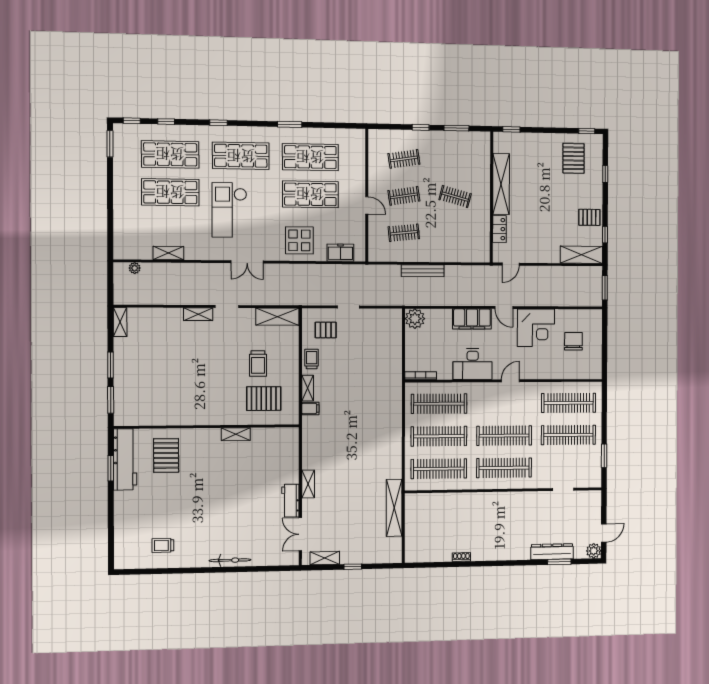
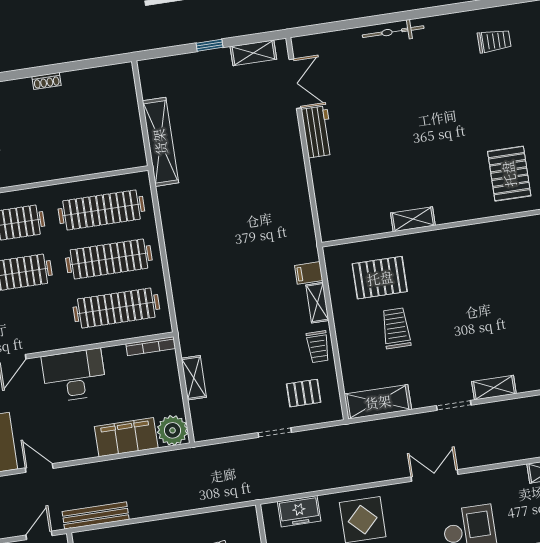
bench: (423, 271) -> (96, 515), moved
filing cabinet: (472, 319) -> (126, 437), moved
shelving: (308, 484) -> (194, 378), moved

